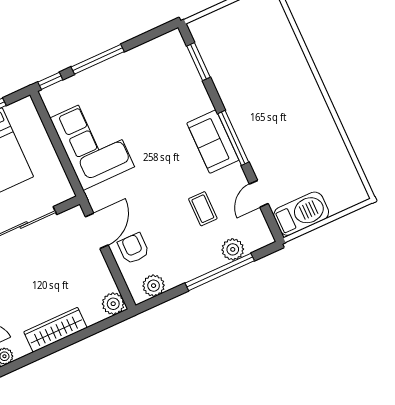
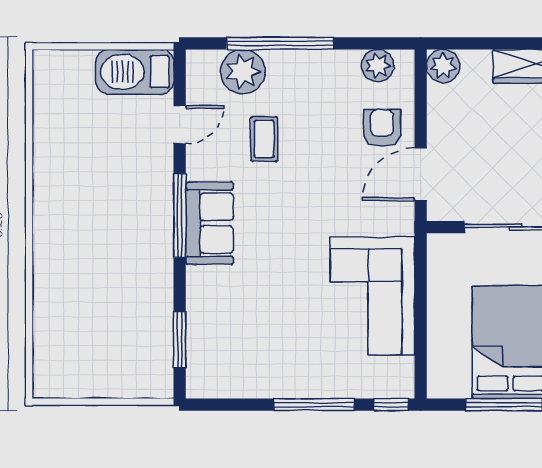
armchair: (133, 248) -> (382, 128), turned 180
plant: (233, 249) -> (243, 72), width x1.36, depth x1.36

